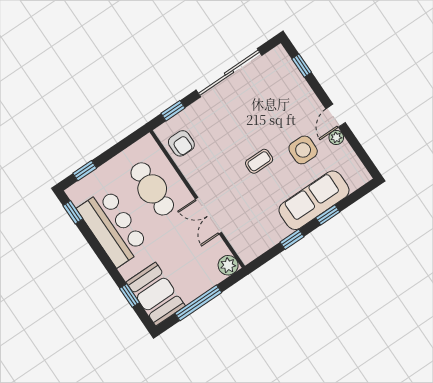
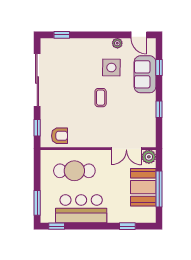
door: (336, 116) -> (139, 35), moved
window: (85, 171) -> (37, 203), width x1.50
sofa: (314, 200) -> (145, 74), width x0.73
window: (328, 215) -> (159, 67), moved
double door: (209, 216) -> (126, 149), moved
booth: (156, 294) -> (143, 187), moved, turned 90

